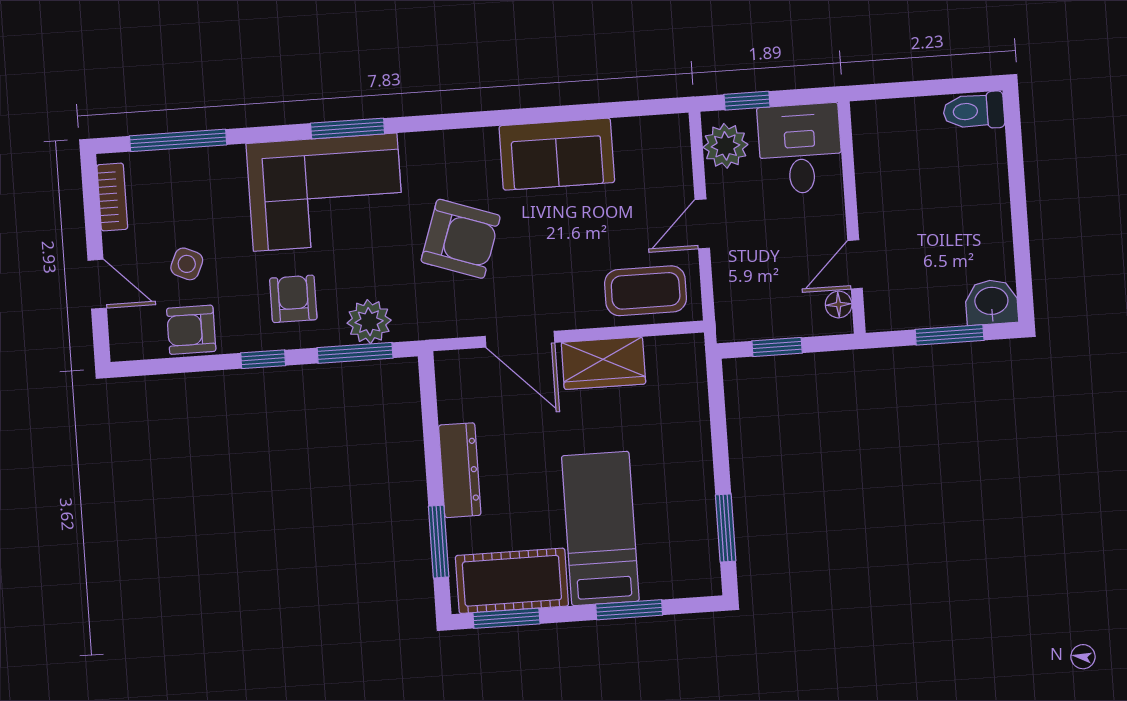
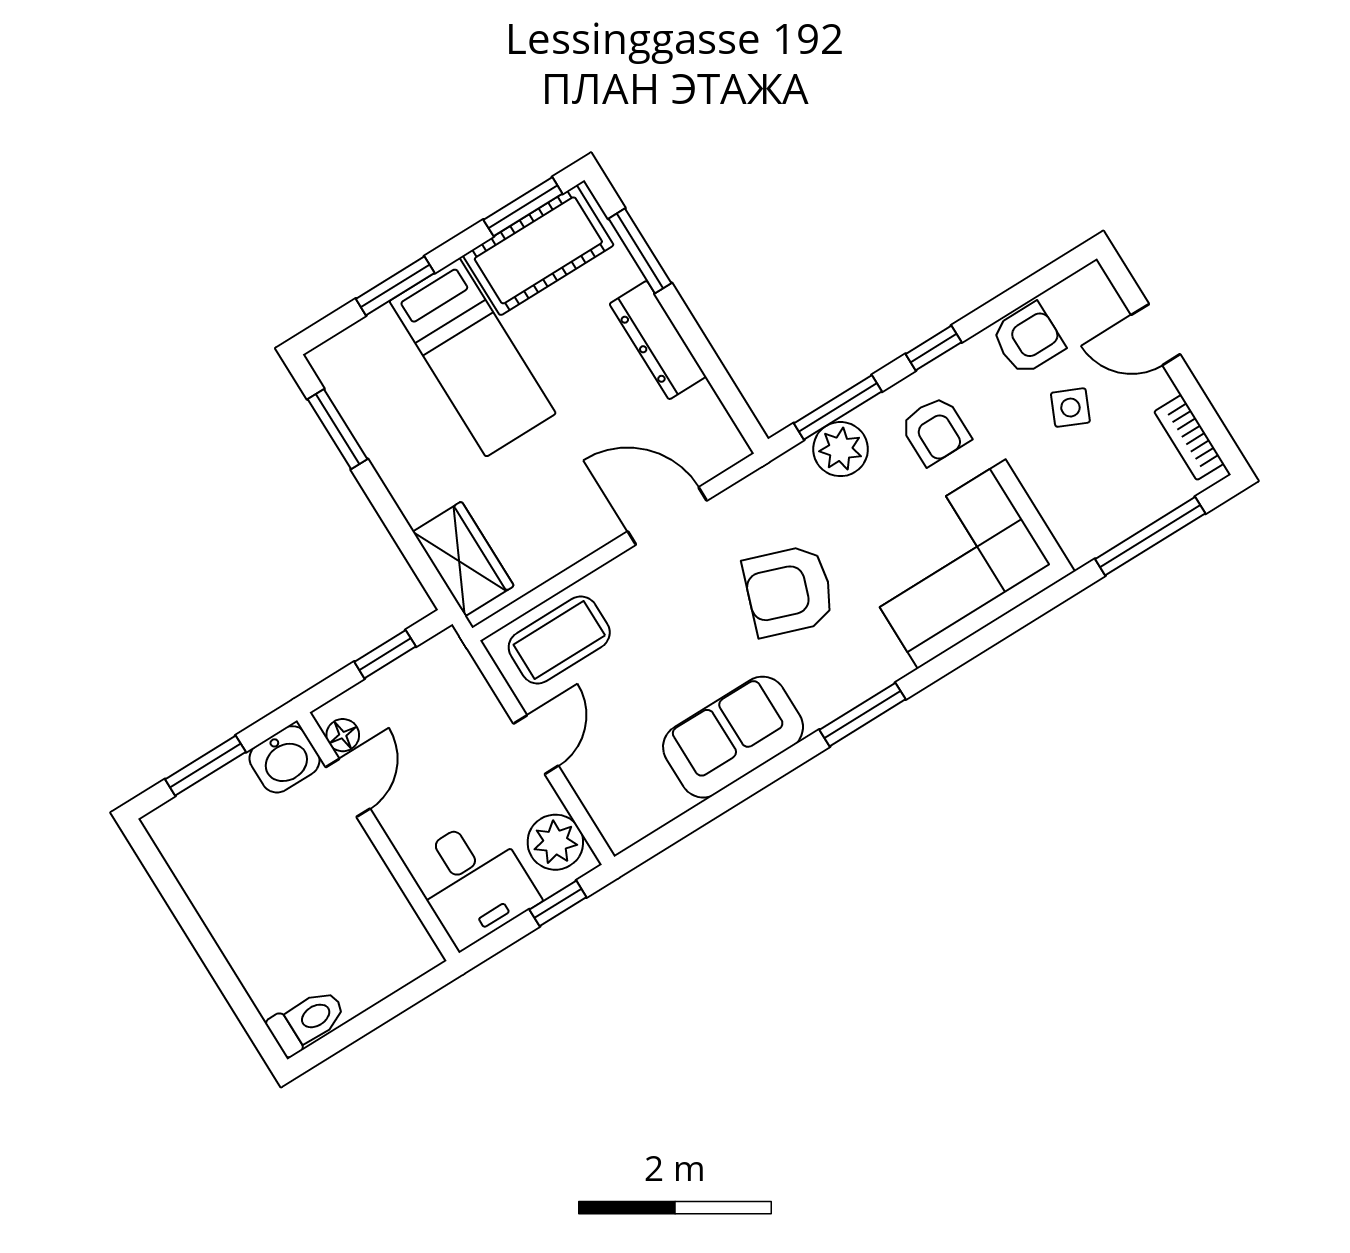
window: (348, 129) -> (862, 715), moved
washbasin: (991, 302) -> (284, 759), moved
wardrobe: (603, 363) -> (463, 559), moved, turned 90

